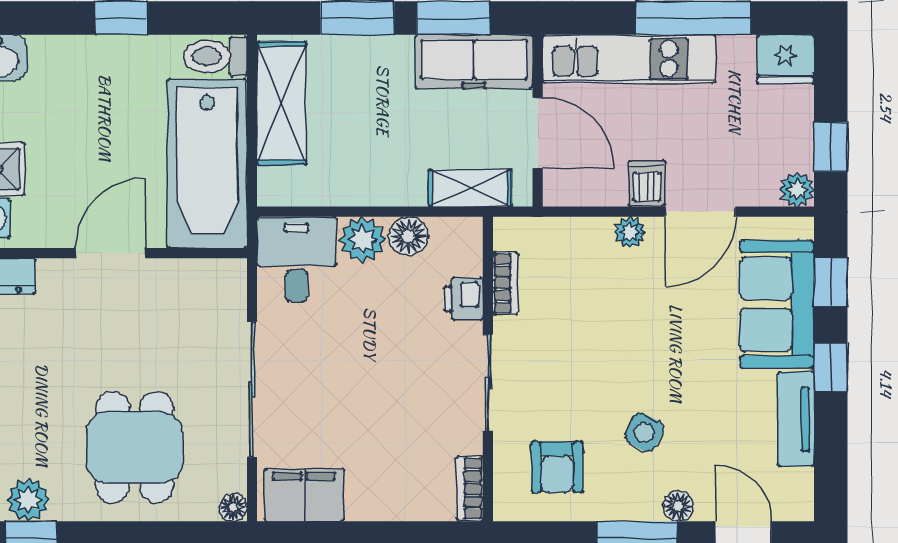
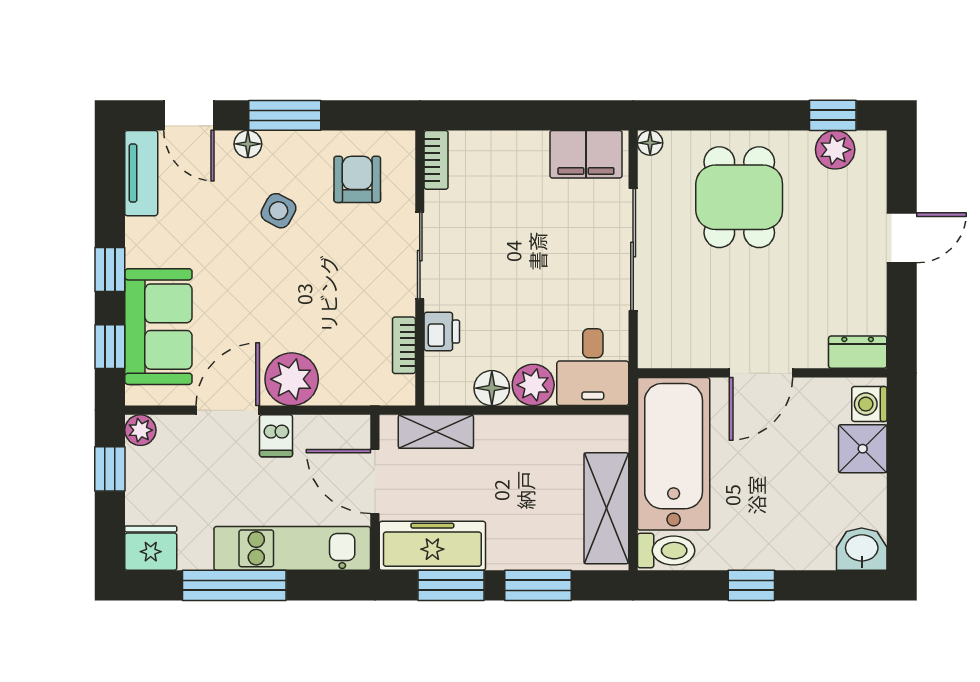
plant: (630, 232) -> (292, 379), width x1.87, depth x1.87
tv unit: (796, 419) -> (141, 173), moved

